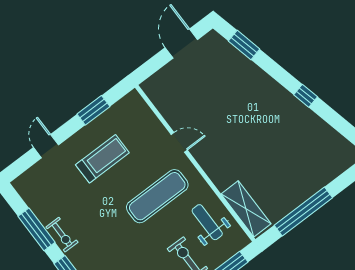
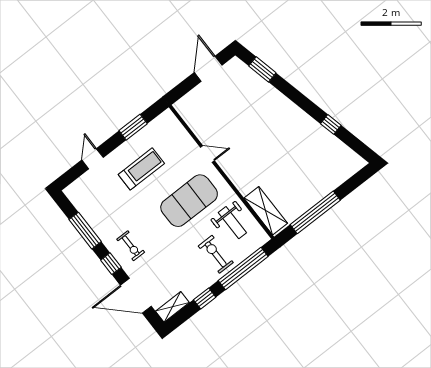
window: (306, 96) -> (331, 124), moved
exercise mat: (157, 196) -> (189, 201), width x1.47
weight bench: (207, 222) -> (232, 223), turned 180
exercise bike: (62, 235) -> (131, 246), moved

